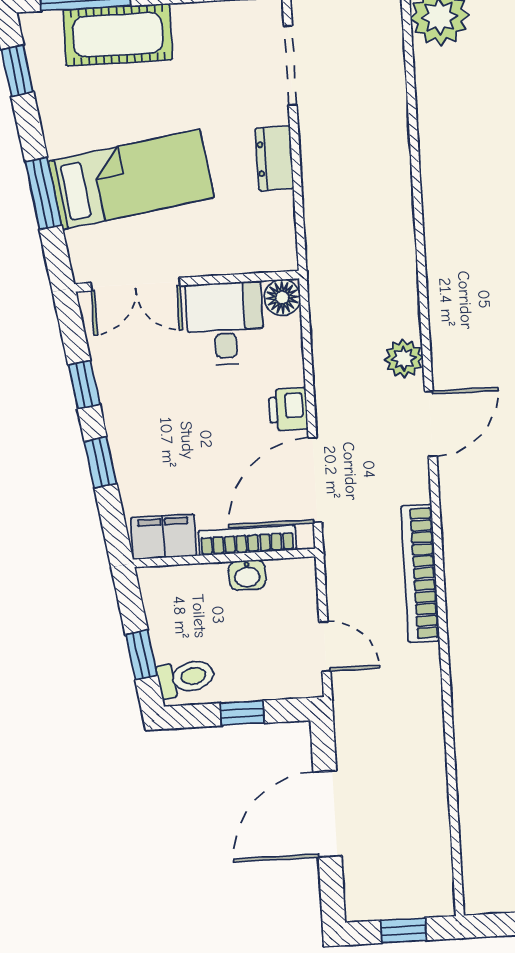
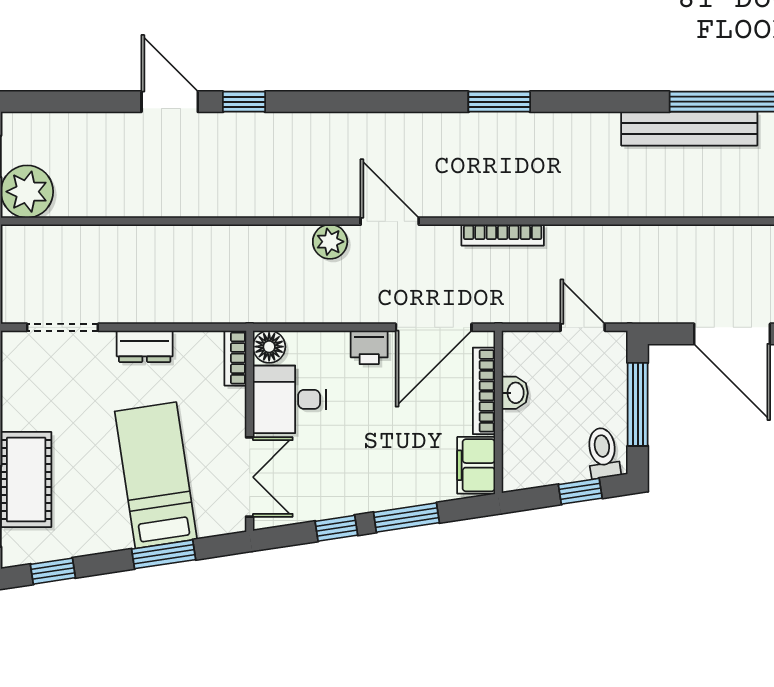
bookcase: (267, 260) -> (235, 358), added
window: (101, 462) -> (406, 518), width x1.50
door: (315, 480) -> (434, 327), hinge flipped
bookcase: (420, 573) -> (503, 235), width x0.68, depth x0.76
door: (325, 647) -> (583, 327), hinge flipped
window: (242, 713) -> (638, 404), width x2.17

